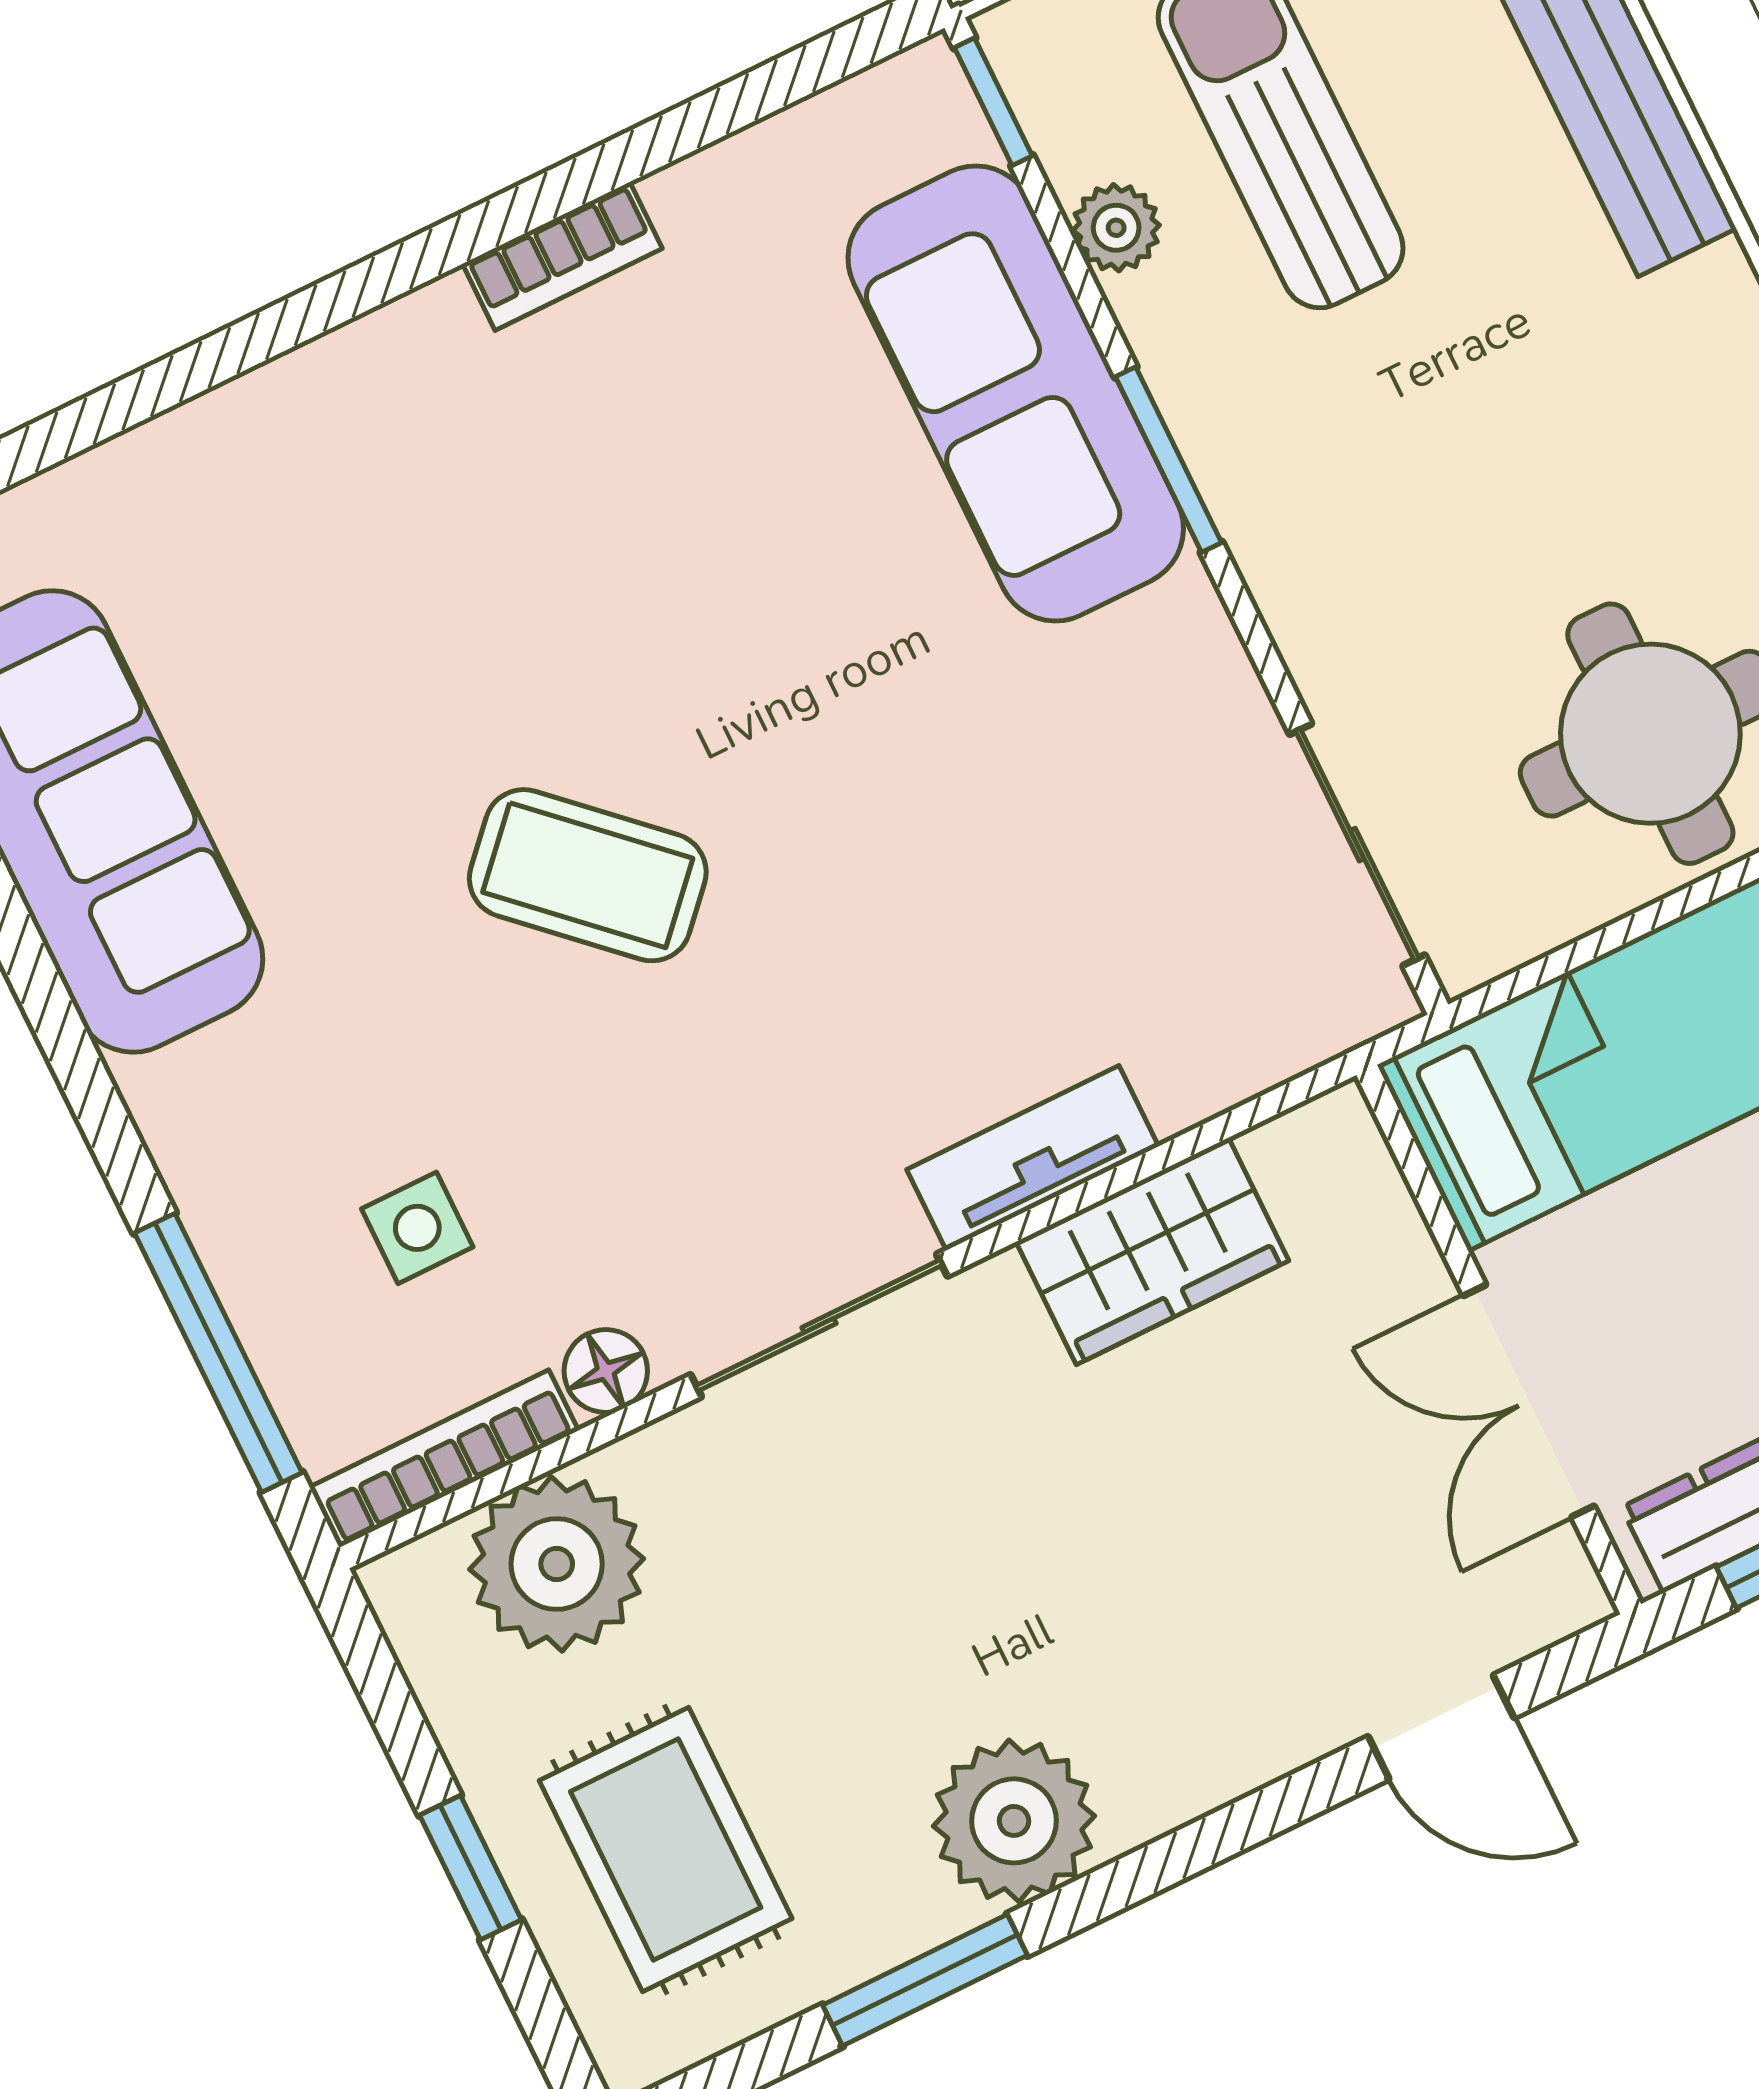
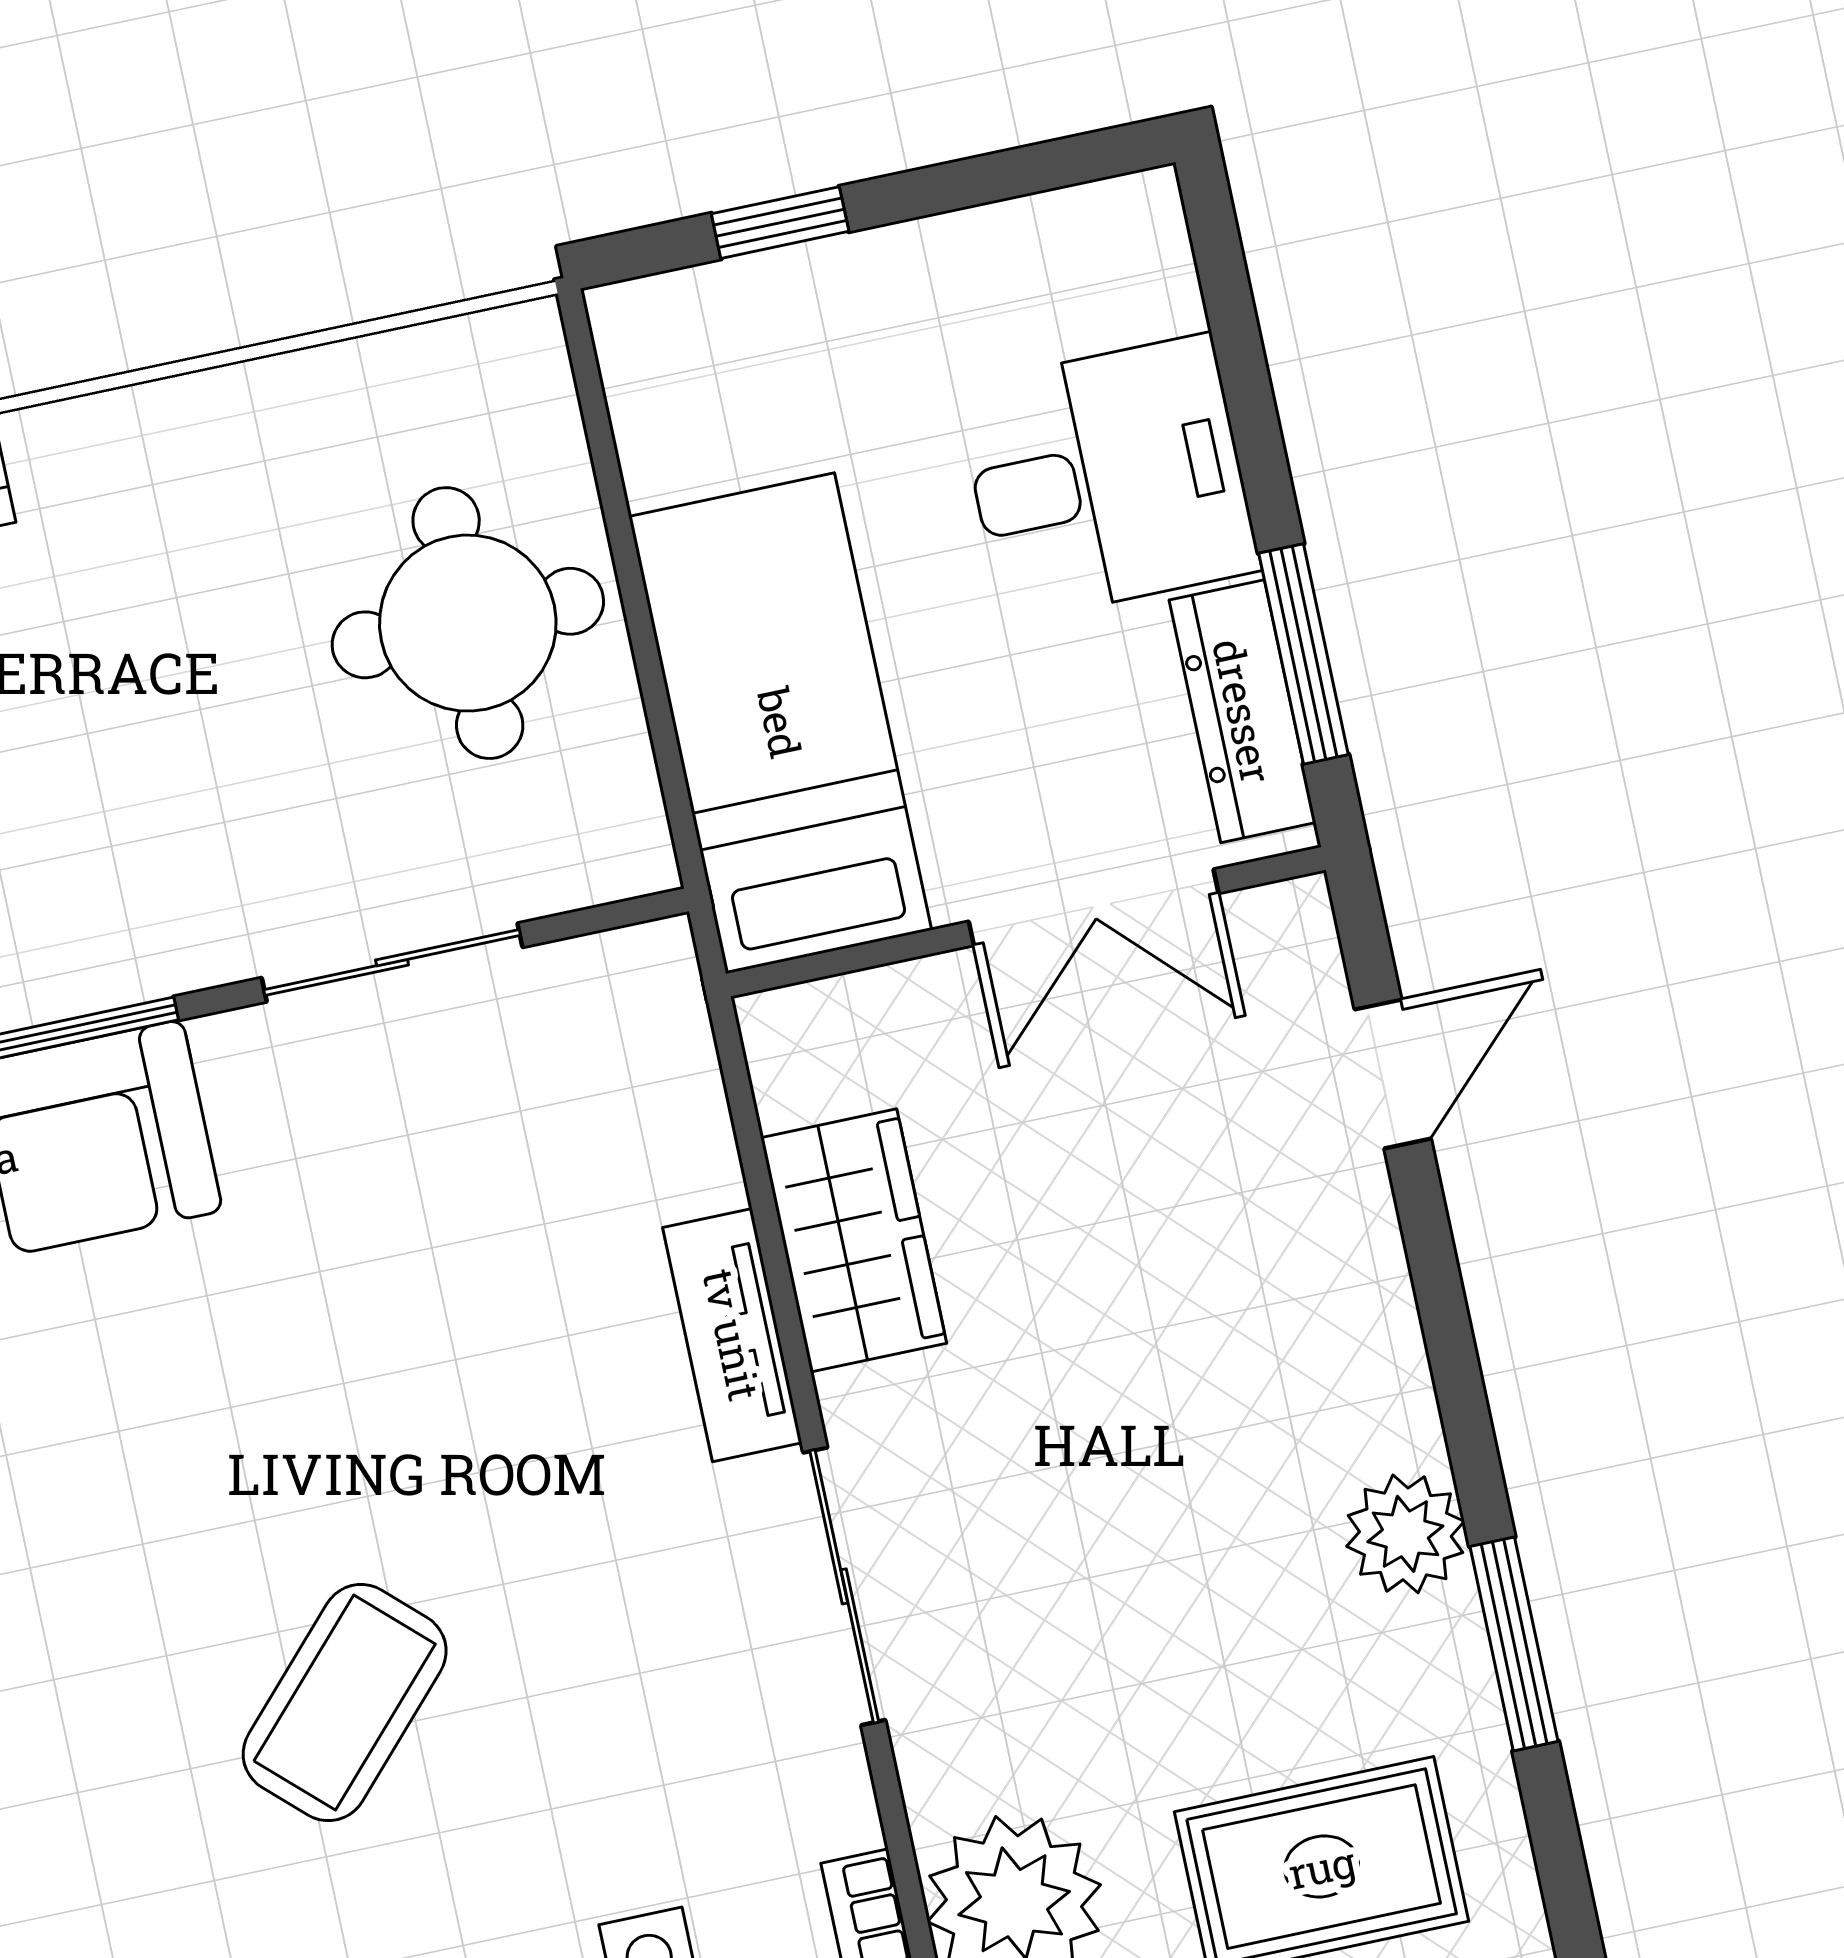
sliding door: (1357, 845) -> (392, 963), moved
floor lamp: (606, 1371) -> (836, 1807), removed
plant: (1014, 1821) -> (1405, 1534), width x0.73, depth x0.73

